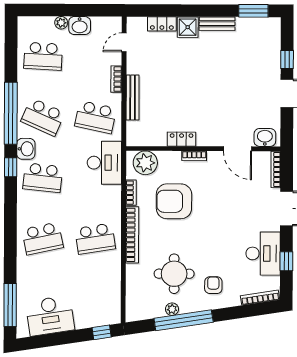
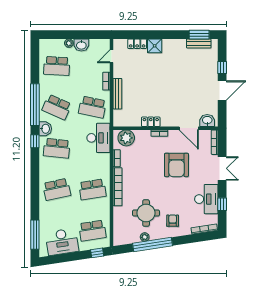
bench: (217, 24) -> (199, 43), moved
armchair: (174, 201) -> (176, 165), moved, turned -90
school desk: (95, 299) -> (92, 231), added

